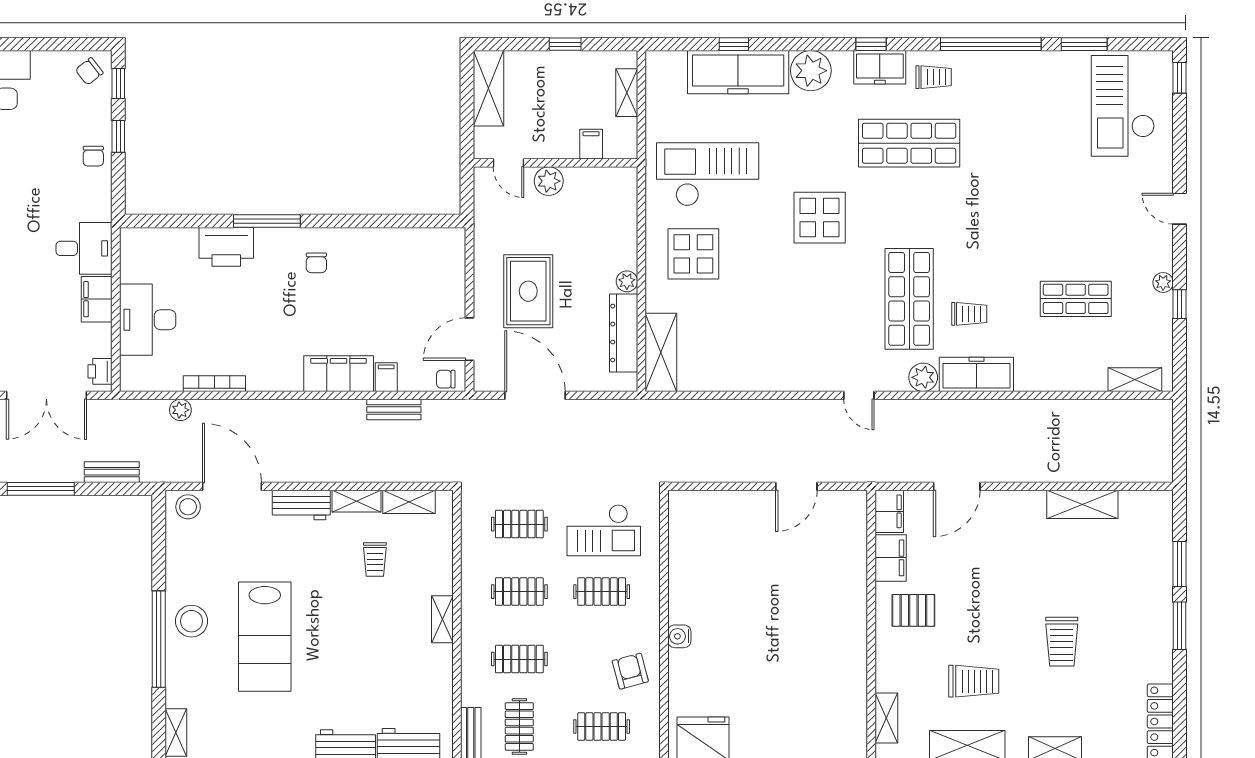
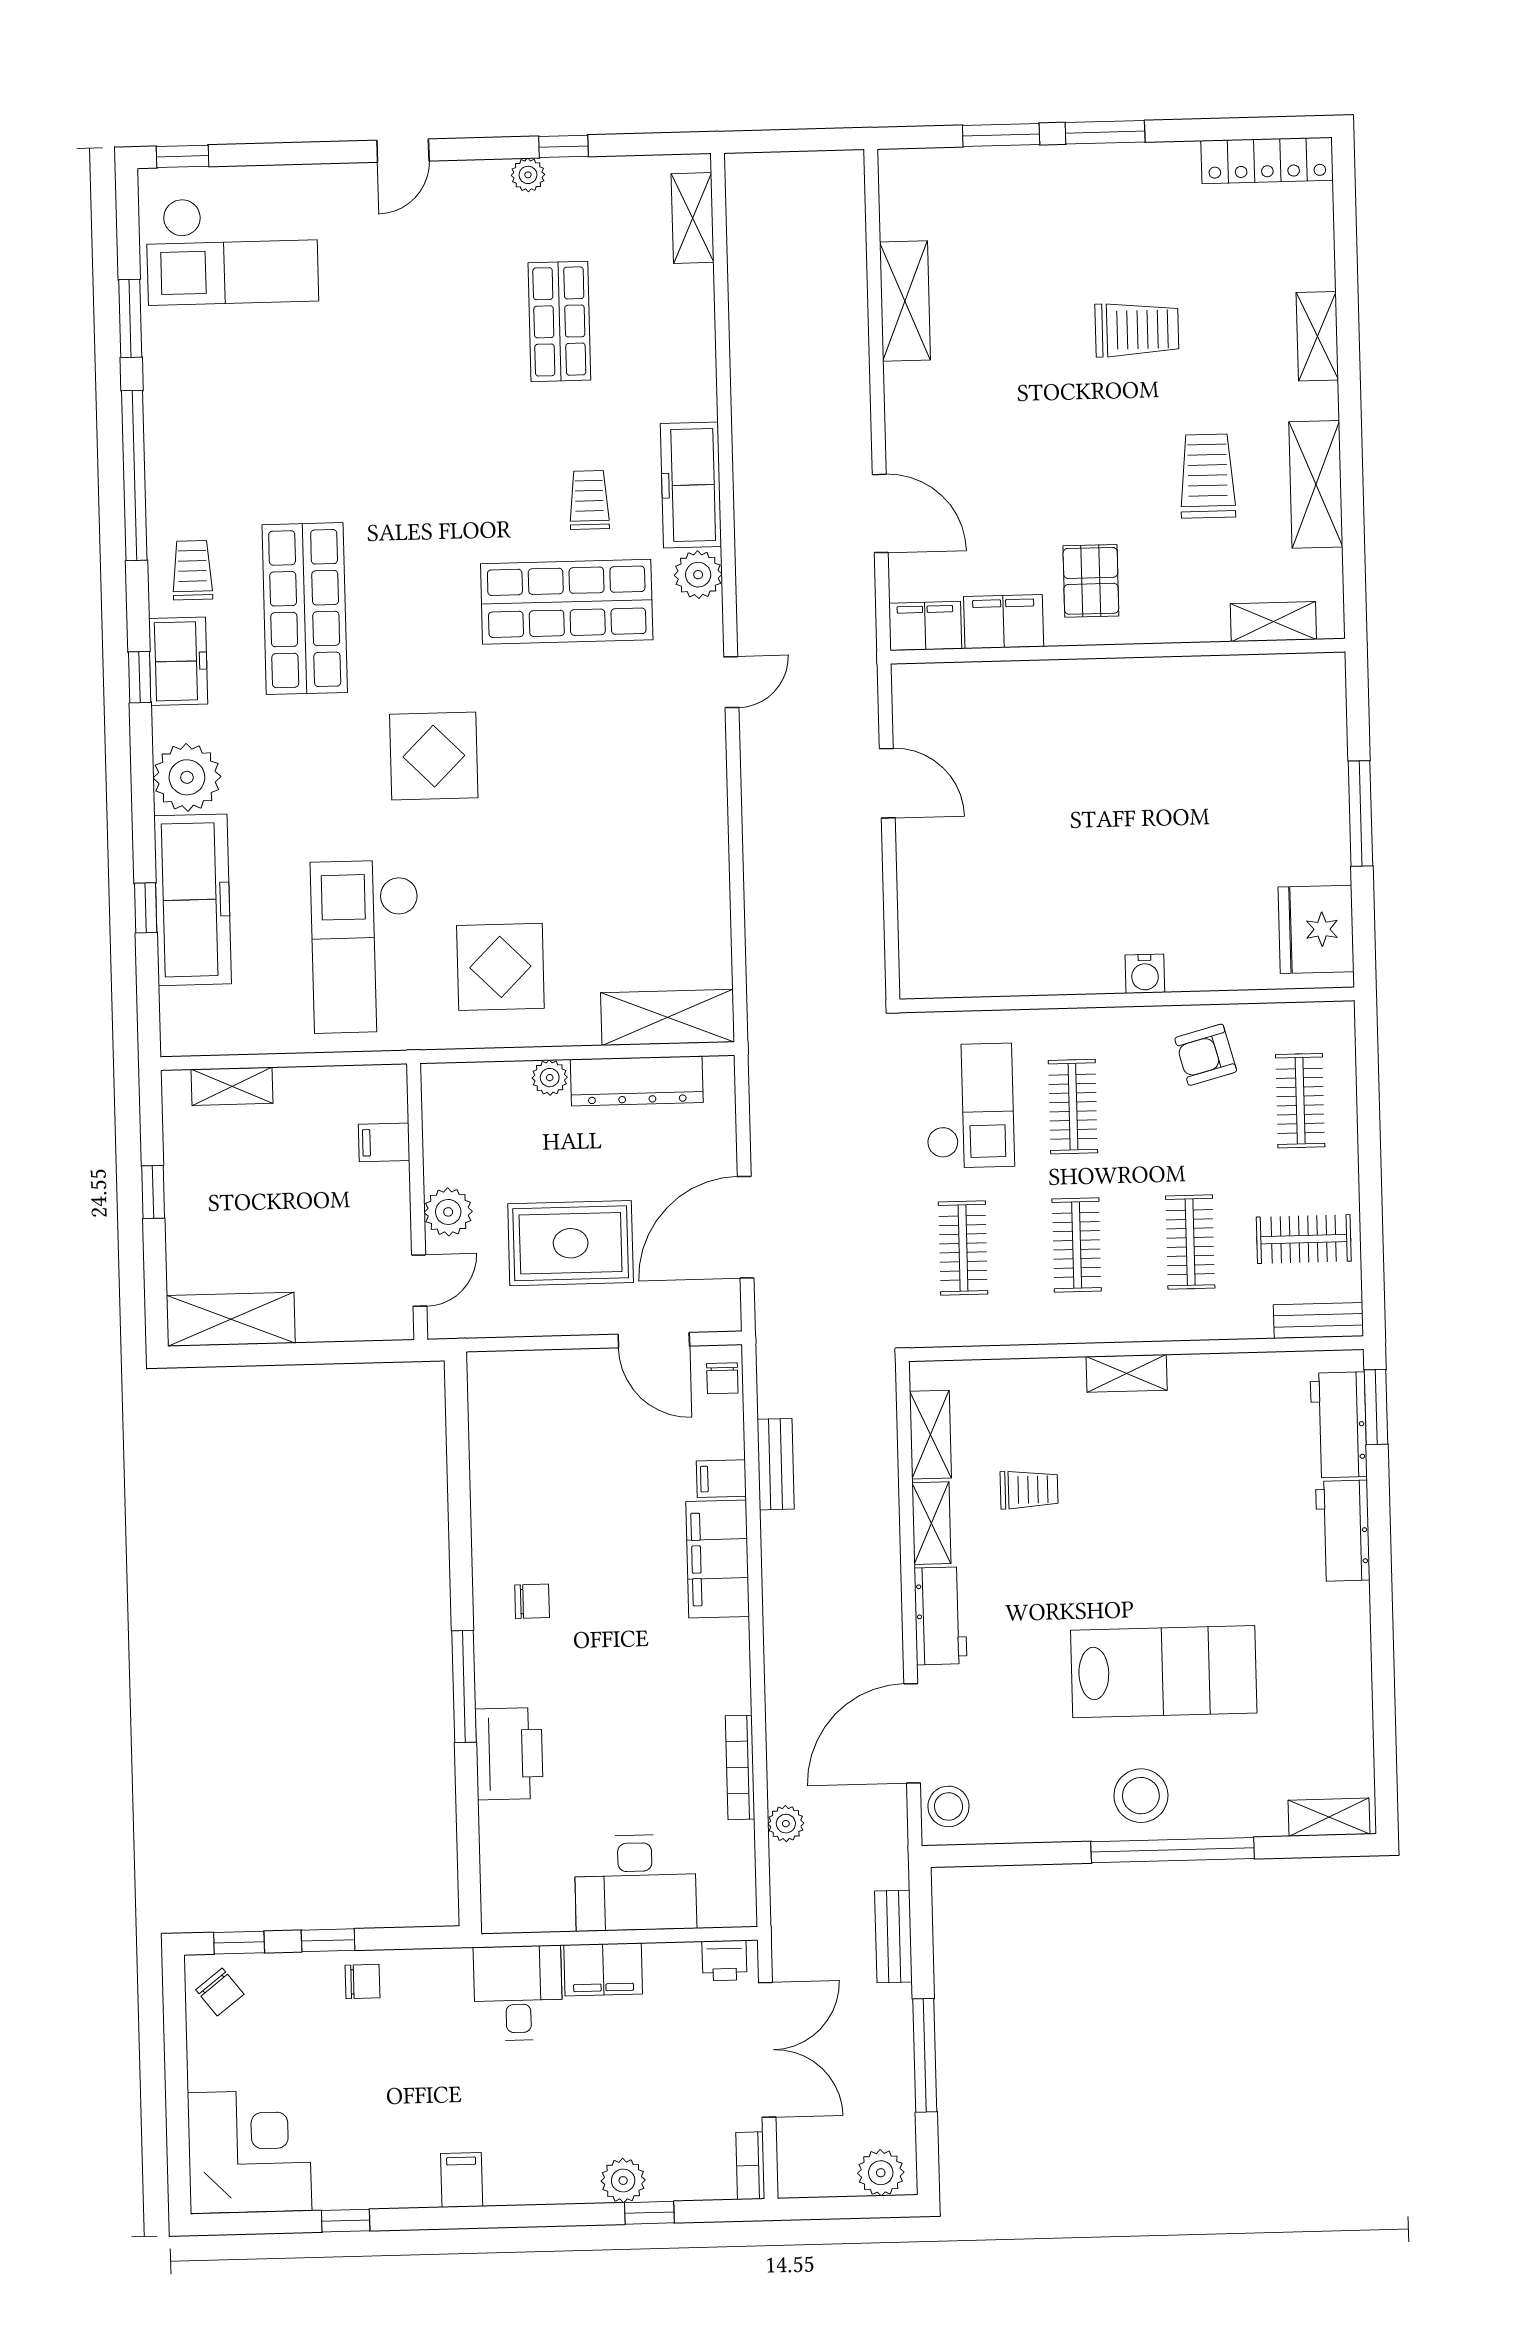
filing cabinet: (591, 144) -> (384, 1142), moved
door: (508, 163) -> (419, 1281), moved
wall: (555, 163) -> (417, 1202), moved
plant: (549, 181) -> (448, 1212), moved

